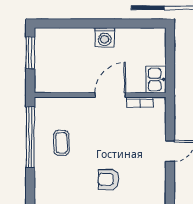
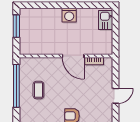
kitchen sink: (156, 79) -> (106, 20), moved
door: (110, 95) -> (73, 56), swing flipped

